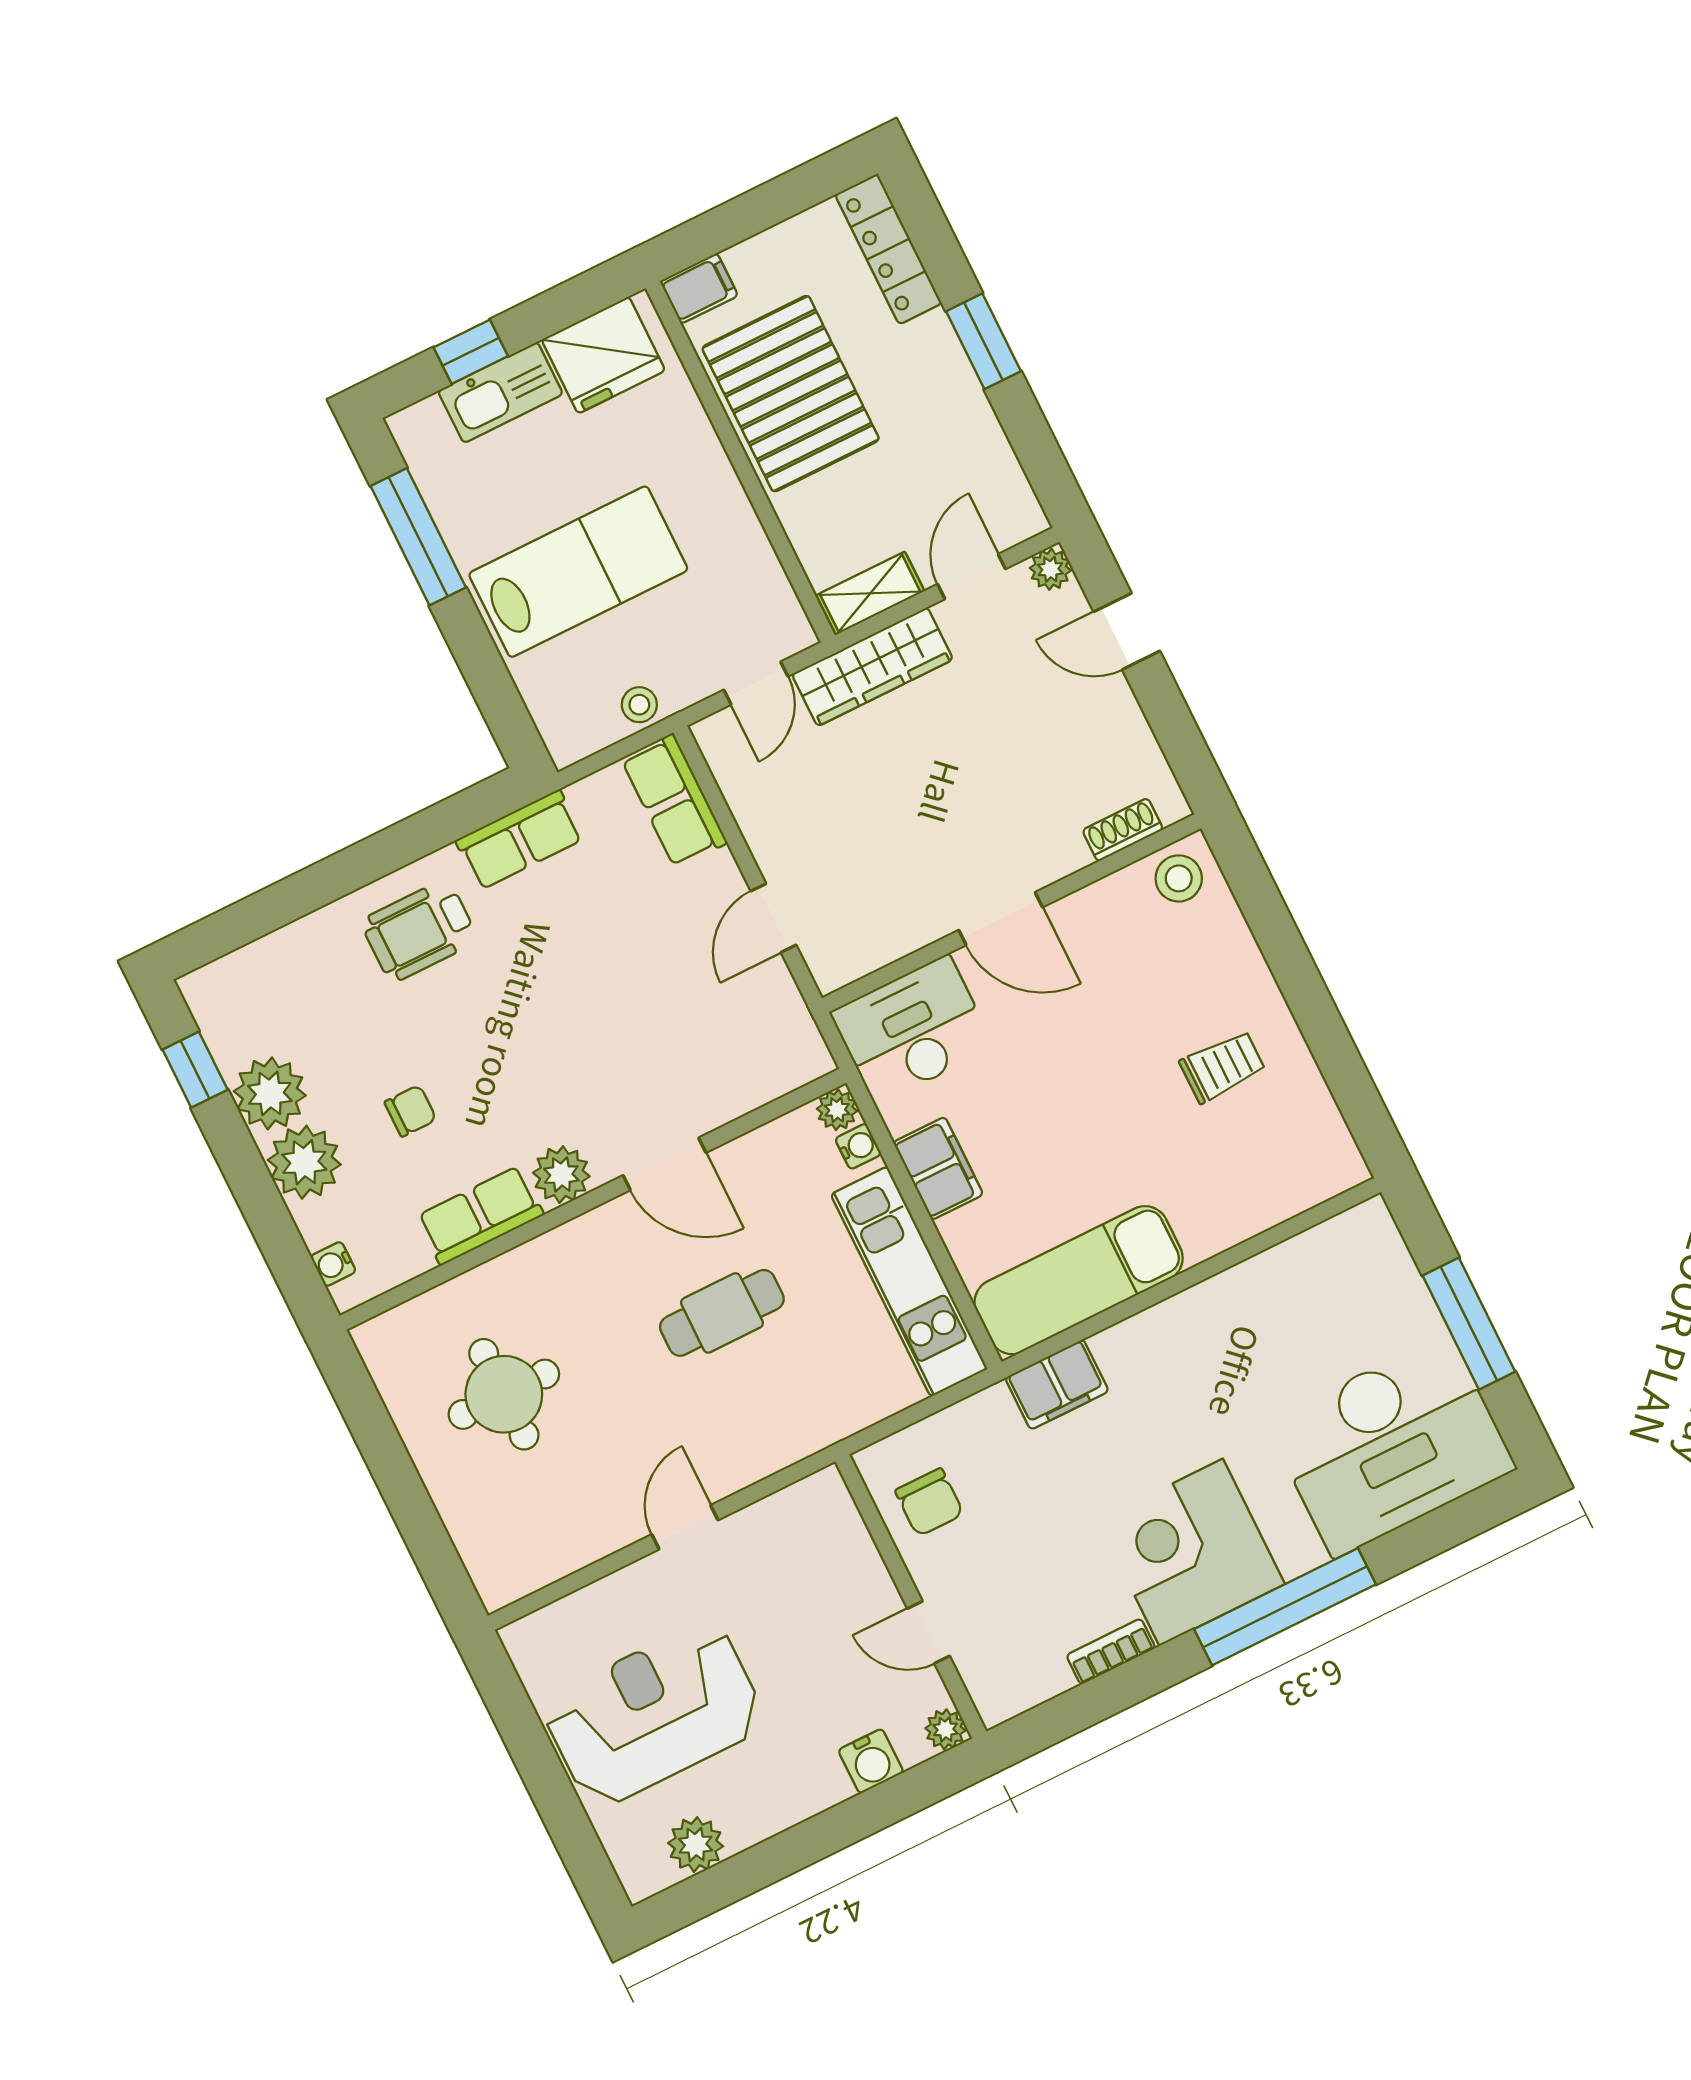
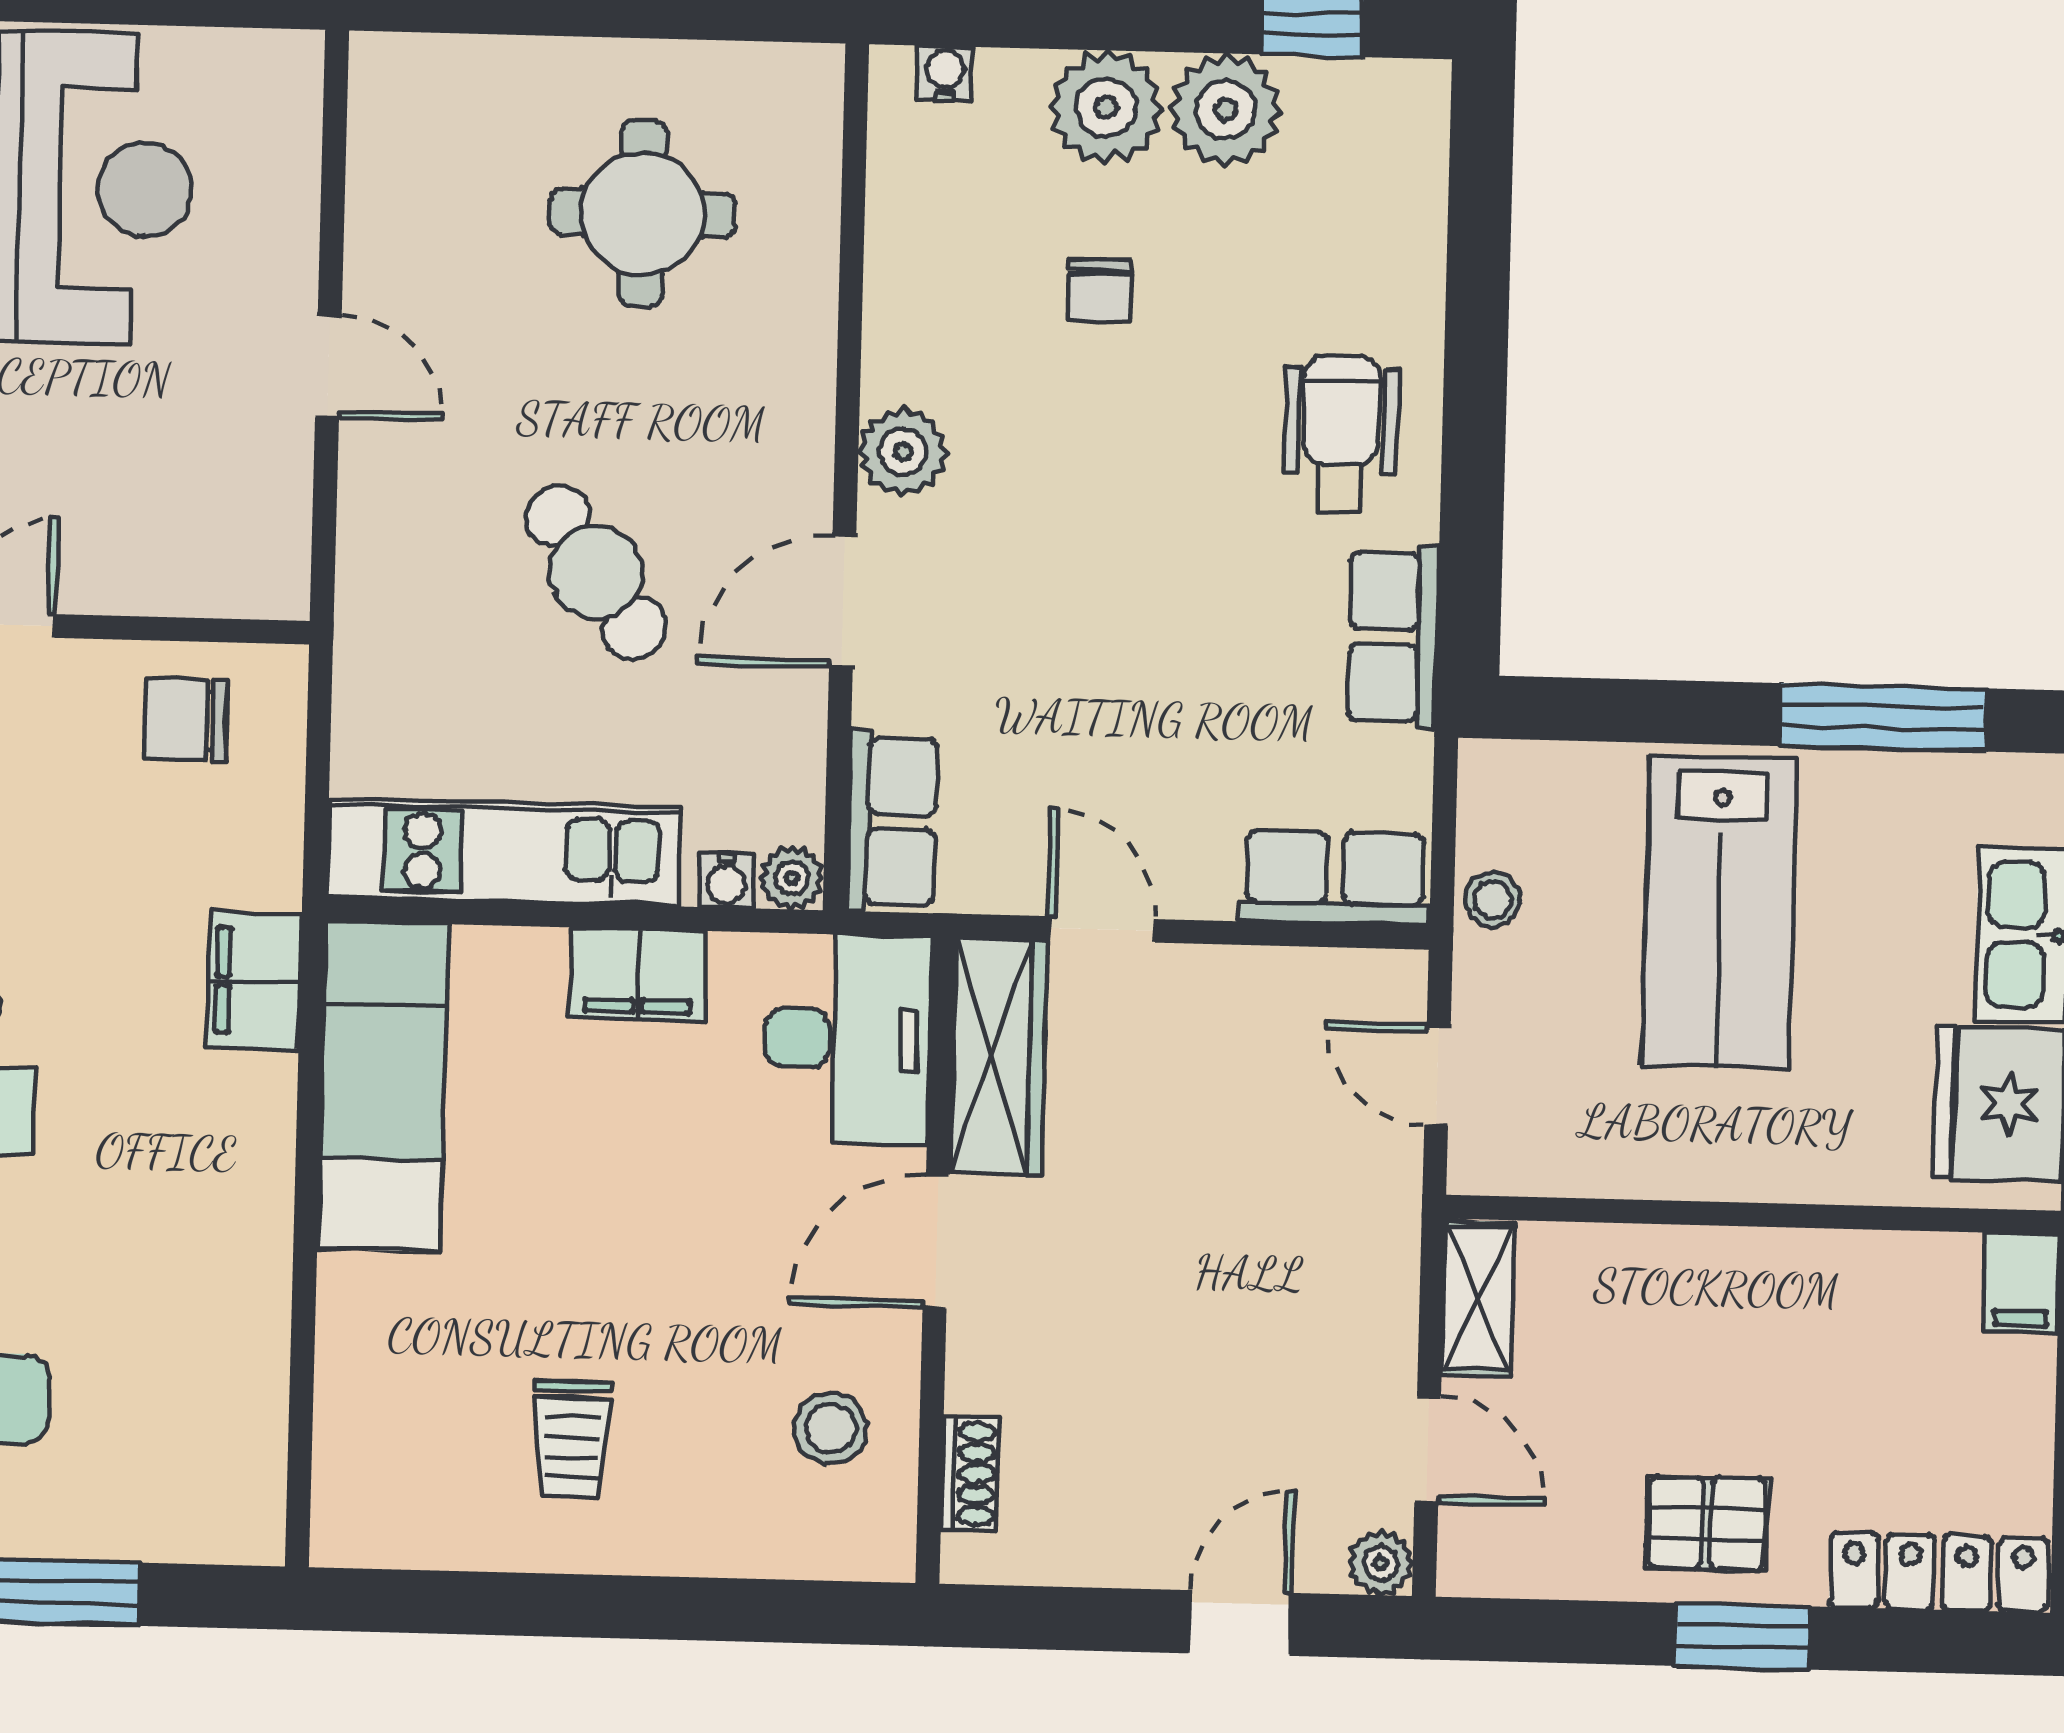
pallet: (791, 394) -> (1707, 1523), moved, width x0.49, depth x0.50
wardrobe: (872, 667) -> (999, 1057), moved, turned 180
stool: (1179, 878) -> (831, 1428), moved
row of seats: (480, 1215) -> (892, 821), moved
cafe table: (722, 1313) -> (596, 572), turned -36

